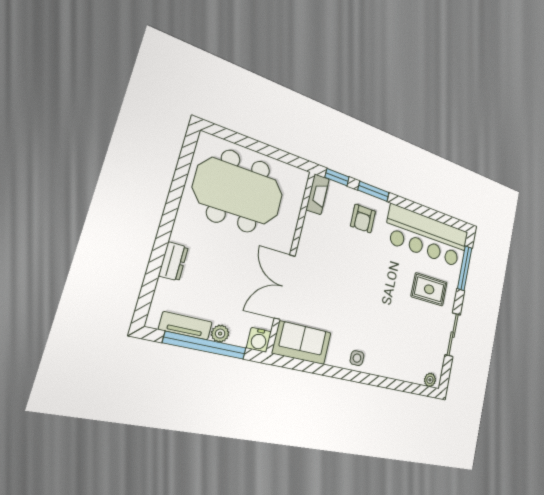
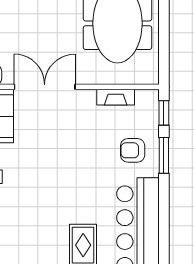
fireplace: (318, 194) -> (116, 97), moved

